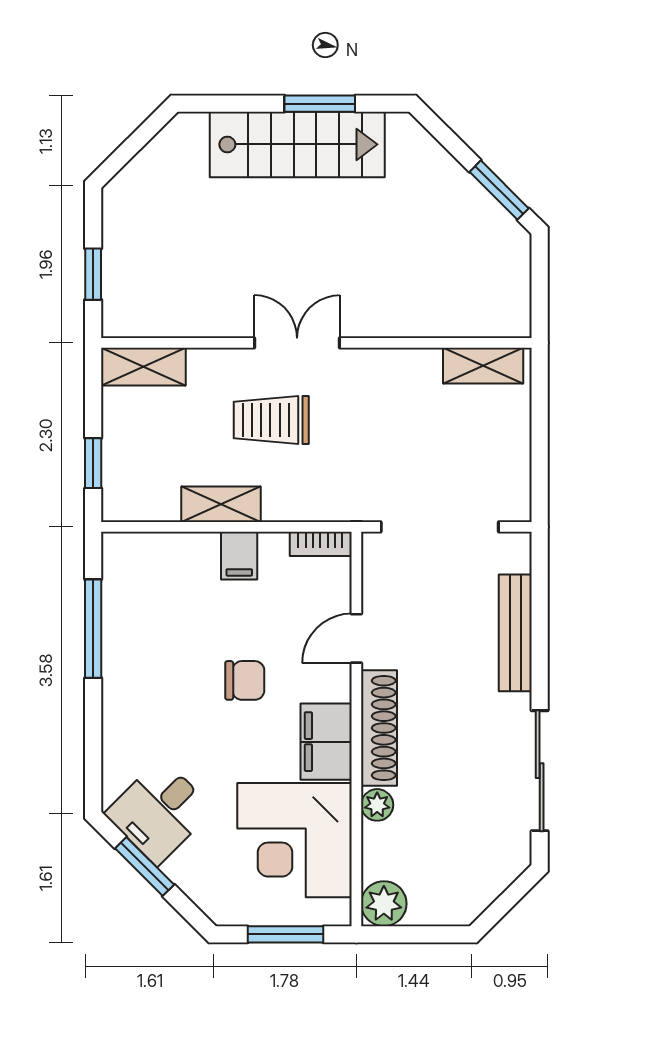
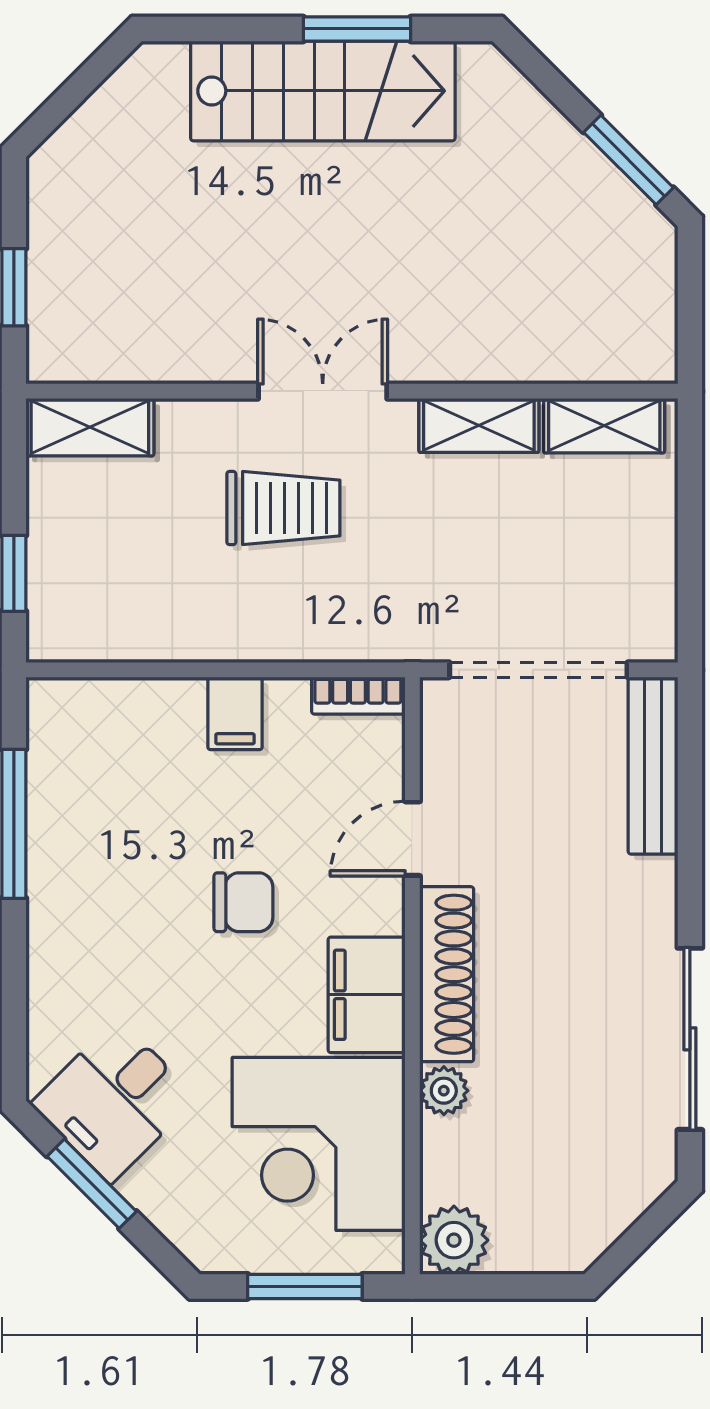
trolley: (271, 420) -> (283, 508), turned 180
shelving: (221, 504) -> (479, 425), moved
bench: (515, 633) -> (653, 766), moved

